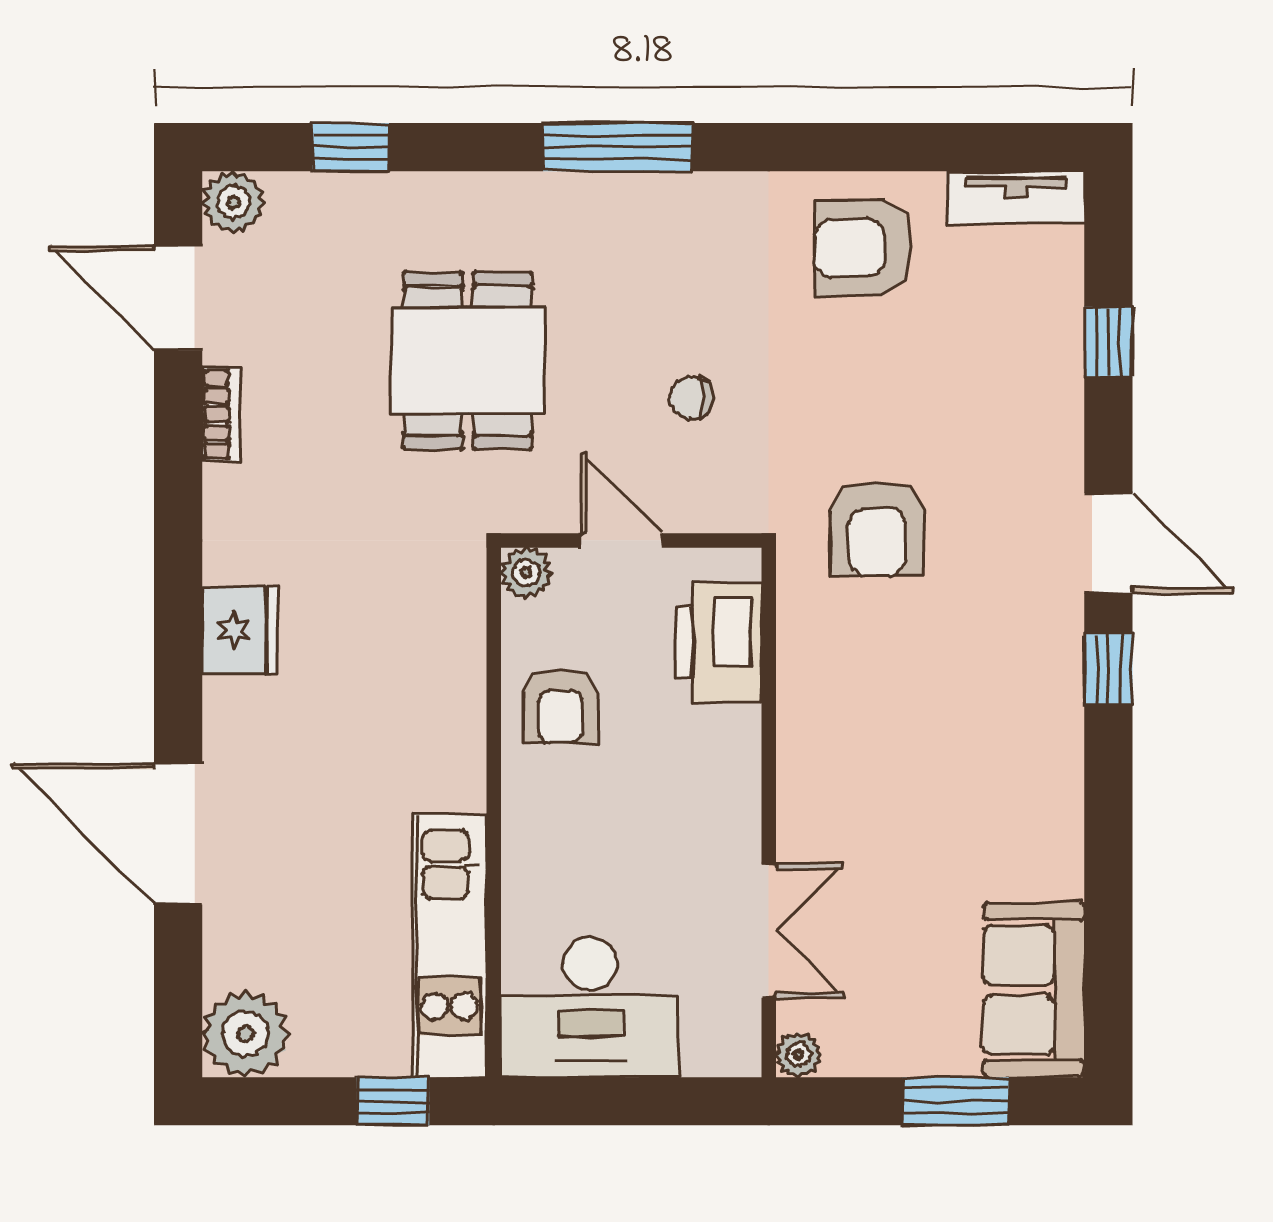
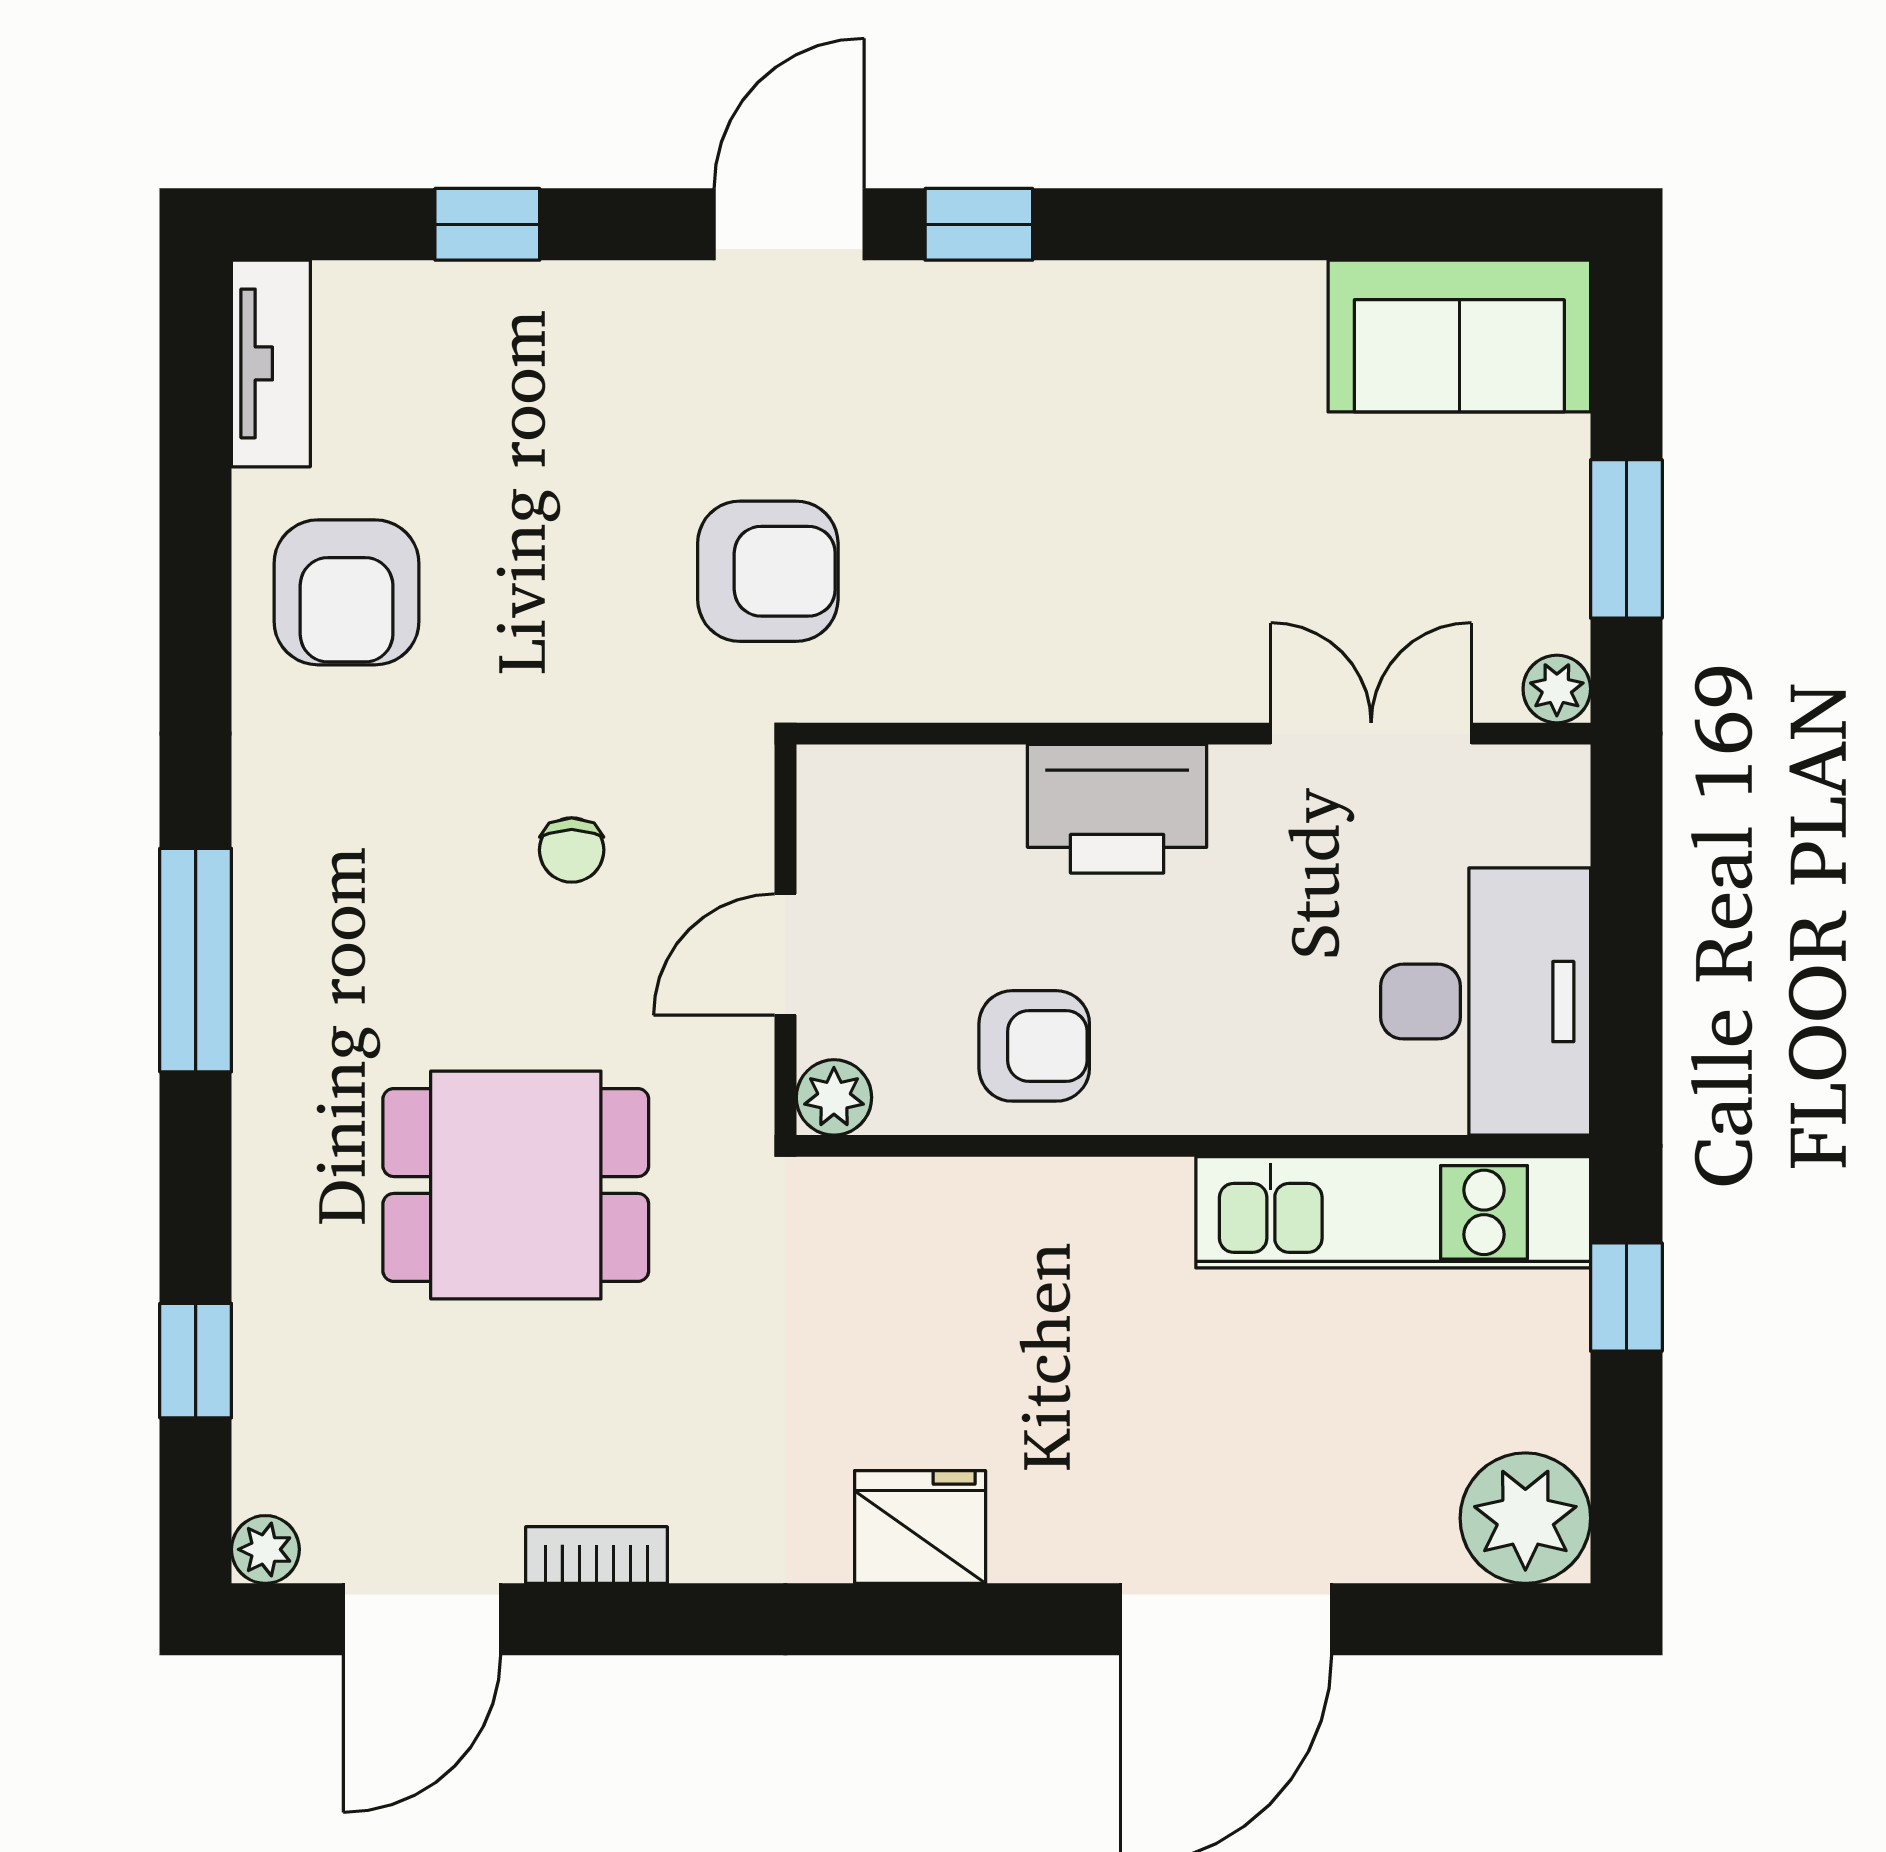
plant: (233, 202) -> (265, 1549), width x0.73, depth x0.73
printer: (719, 642) -> (1117, 809), moved
window: (956, 1101) -> (1626, 539), moved

